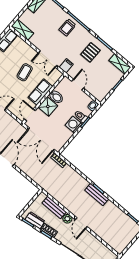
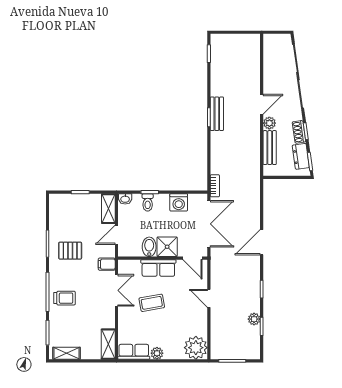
shelving: (120, 64) -> (108, 209), moved
door: (30, 115) -> (192, 258), hinge flipped
washing machine: (74, 125) -> (179, 202), moved

